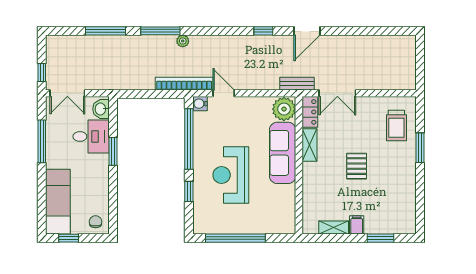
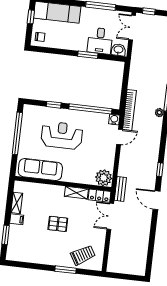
trolley: (396, 126) -> (83, 255), turned 149
sofa: (283, 153) -> (40, 170), moved

